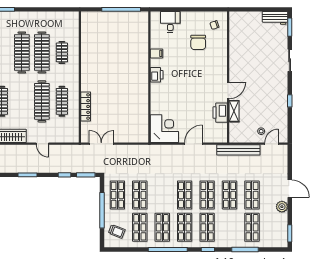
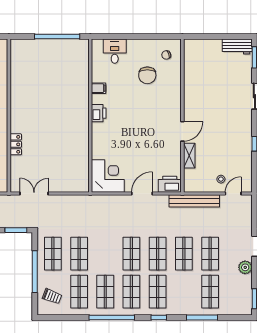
locker: (86, 106) -> (16, 144), width x0.66
printer: (220, 113) -> (170, 184), moved, turned 90

